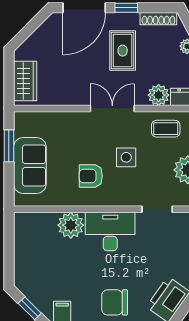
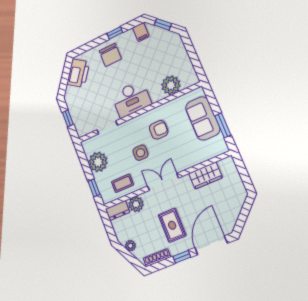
wardrobe: (25, 81) -> (205, 175), moved, turned -90
double door: (112, 108) -> (163, 182), swing flipped
plant: (71, 225) -> (171, 85), moved
chair: (115, 302) -> (110, 55), turned 90

